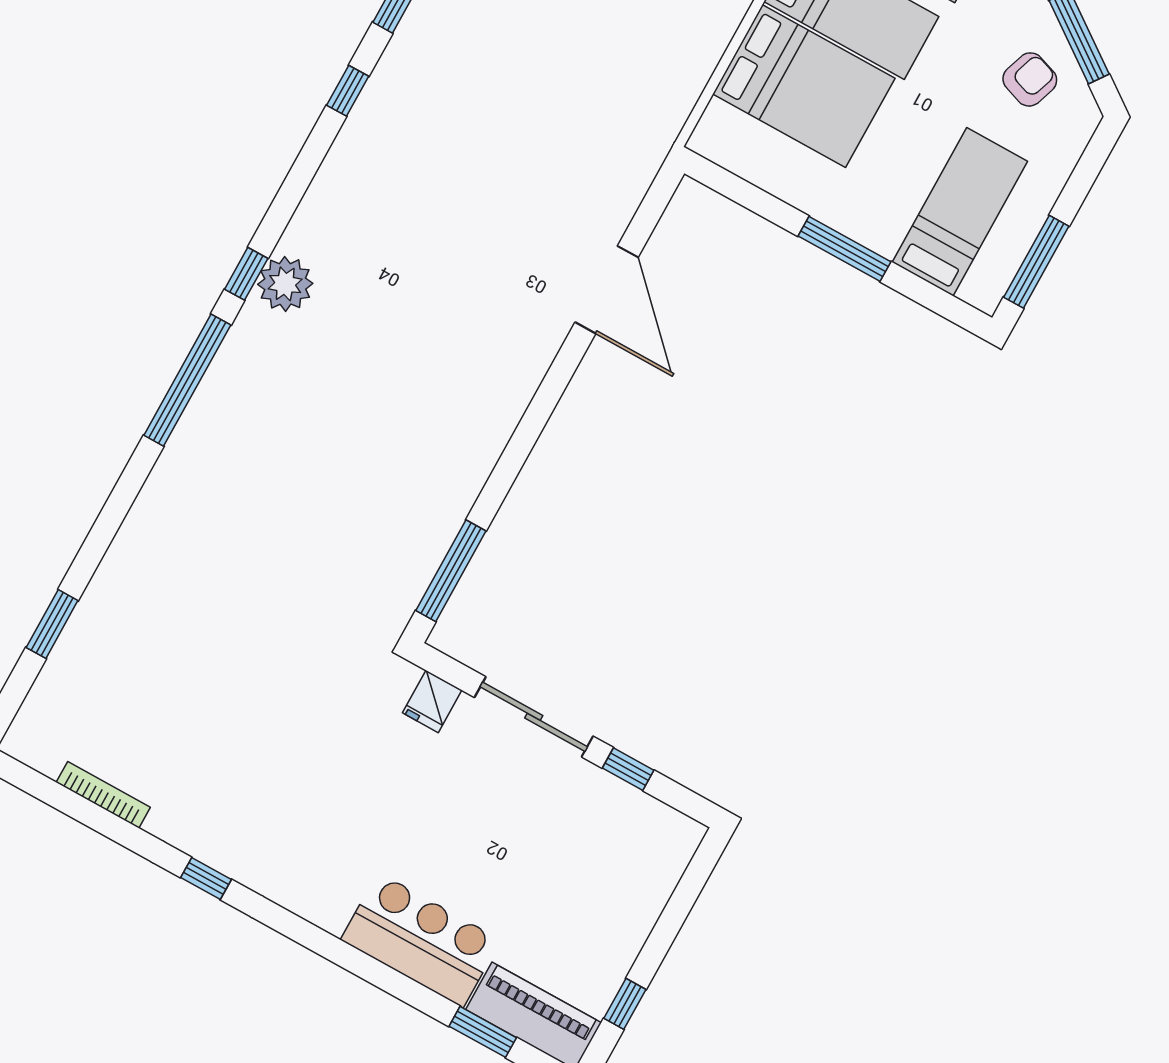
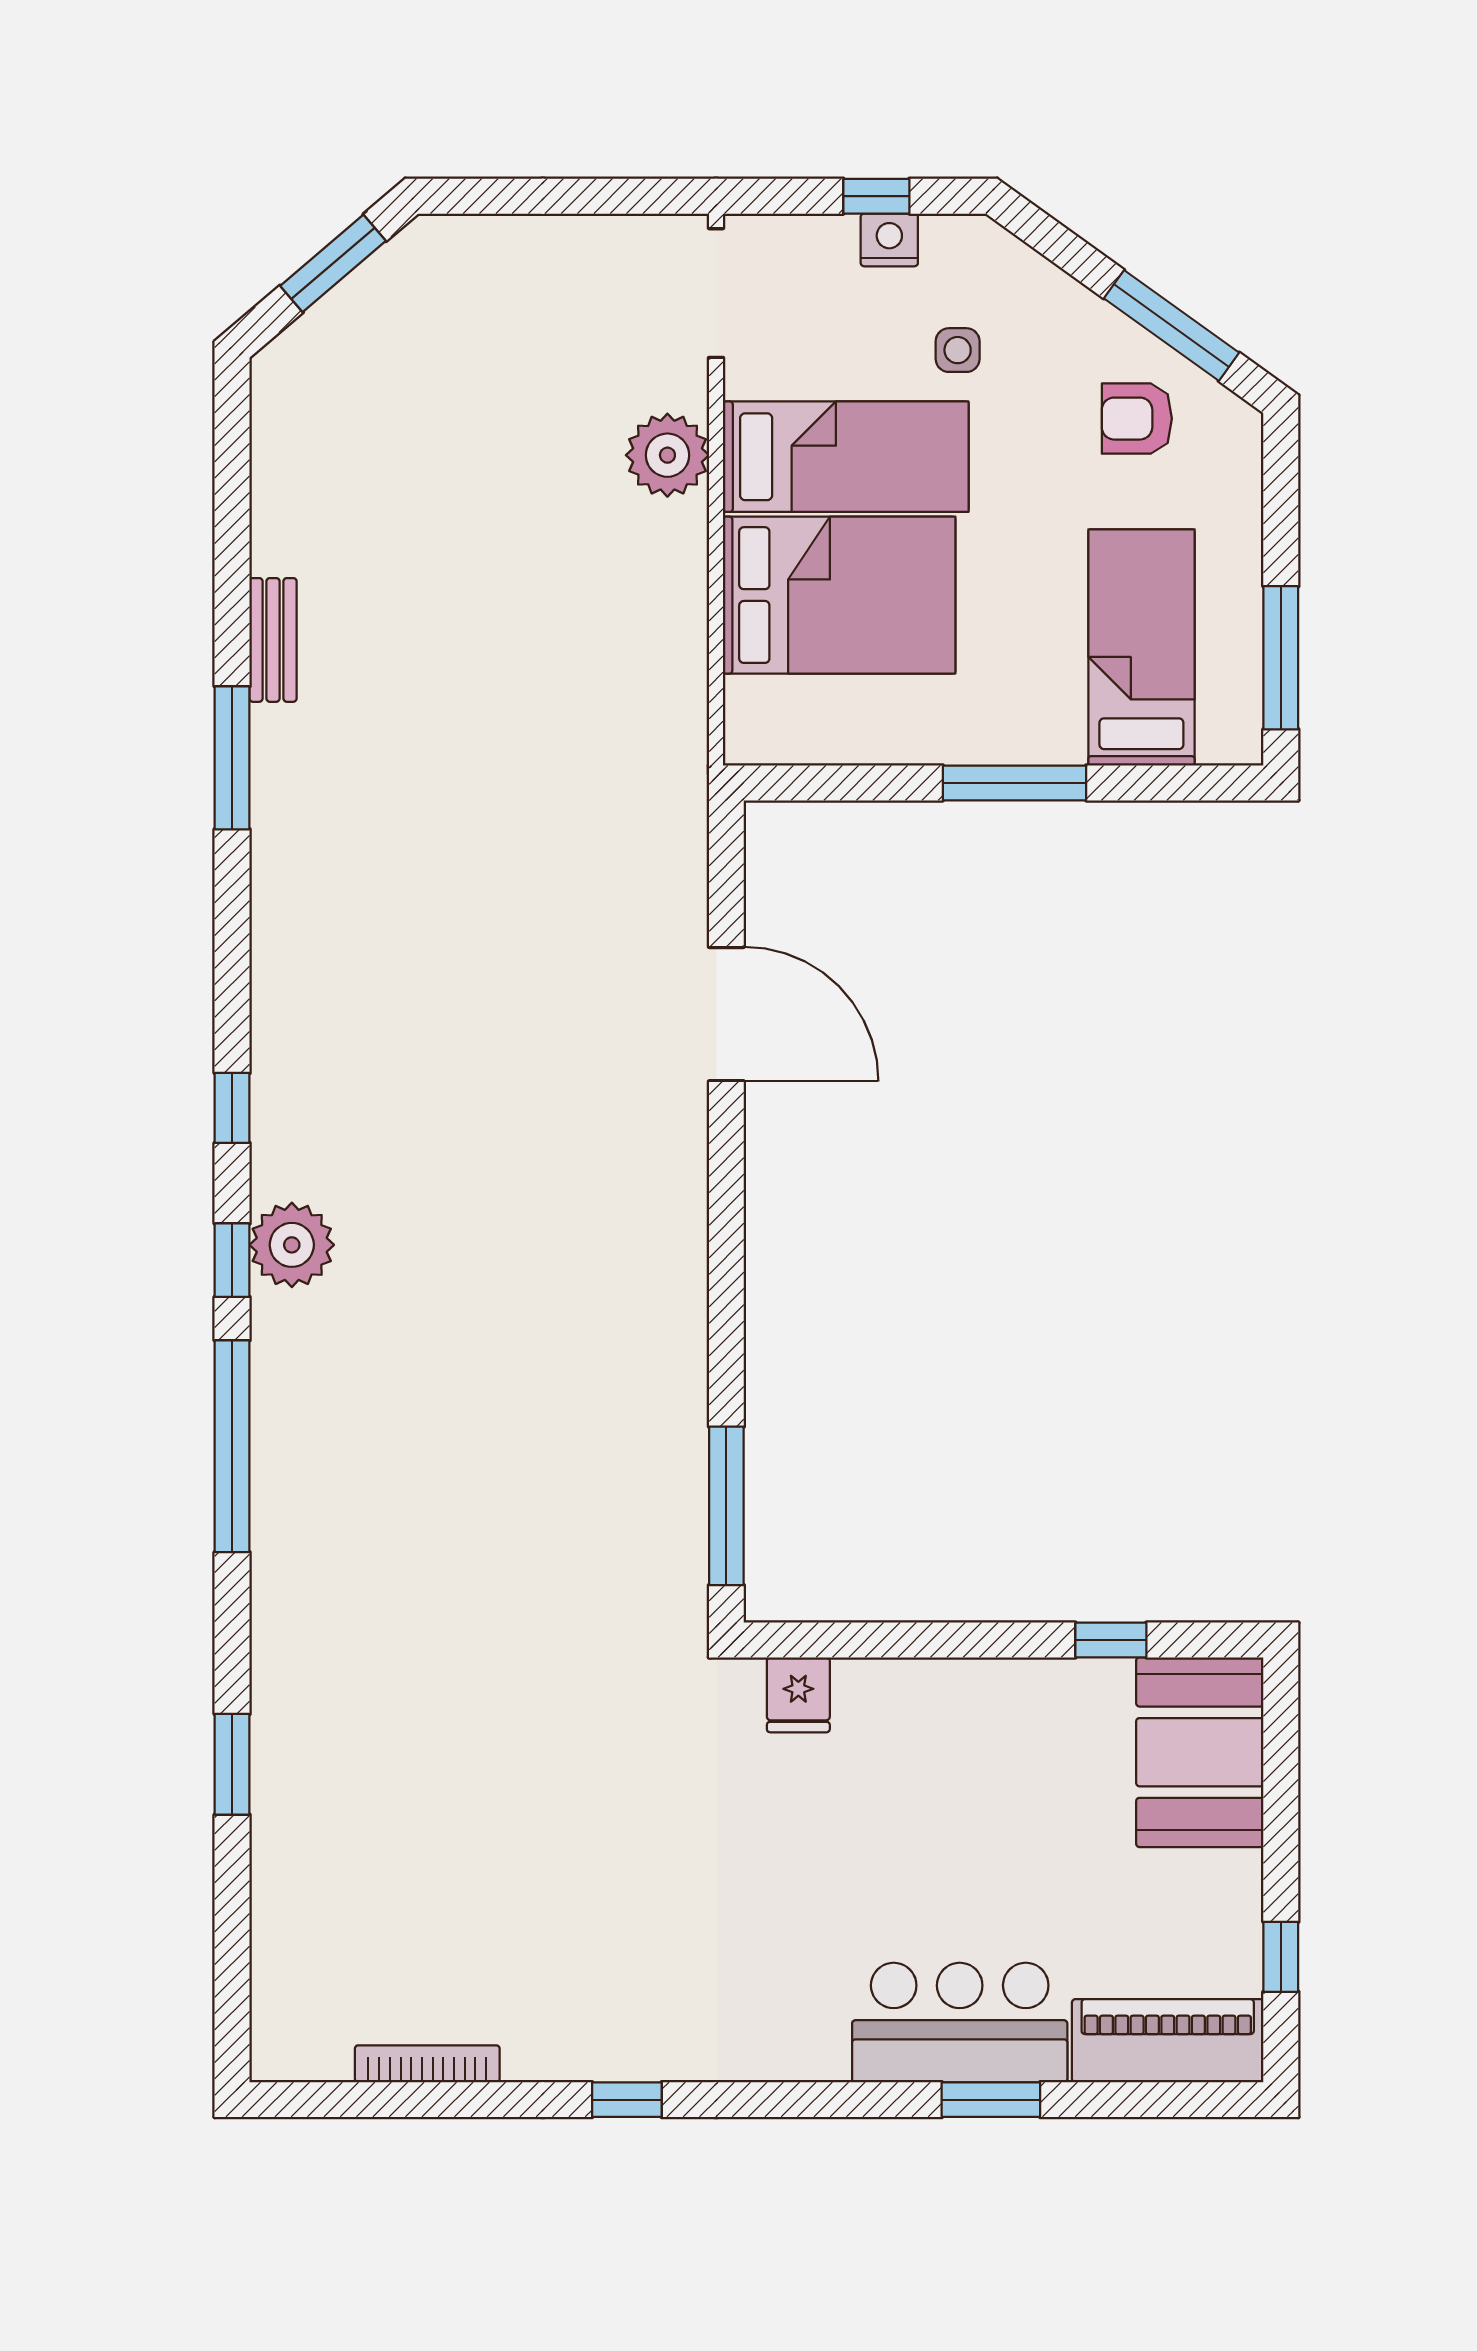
armchair: (1030, 79) -> (1137, 419), turned -109
window: (348, 91) -> (232, 1108), moved
window: (52, 624) -> (232, 1764), moved
sliding door: (534, 717) -> (946, 1640), removed
booth: (643, 861) -> (1200, 1752), added
window: (483, 1032) -> (991, 2100), moved

